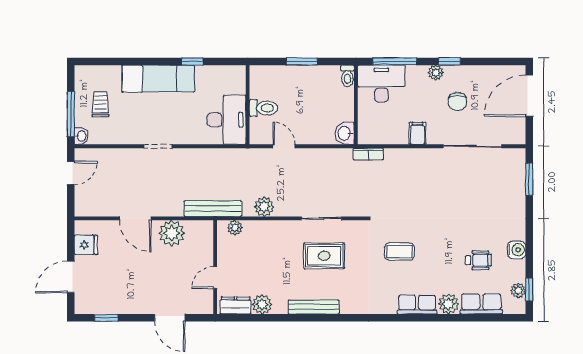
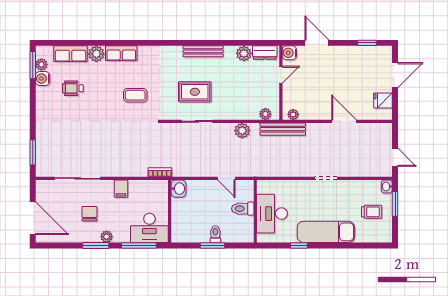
window: (449, 61) -> (96, 245), width x1.50
toilet: (347, 76) -> (215, 234), moved
door: (529, 96) -> (33, 218), hinge flipped
trolley: (100, 104) -> (372, 212), turned -90
window: (71, 114) -> (395, 204), width x0.69
desk: (226, 120) -> (272, 214), moved
door: (71, 173) -> (395, 157), swing flipped
plant: (172, 233) -> (293, 114), moved, width x0.53, depth x0.53
water cooler: (517, 250) -> (43, 79), moved
window: (529, 290) -> (33, 65), width x1.50
water cooler: (204, 305) -> (289, 53), added

